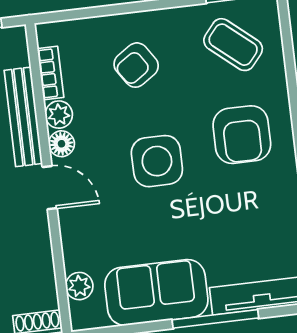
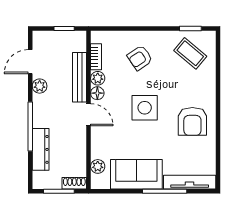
armchair: (242, 135) -> (192, 121), moved

